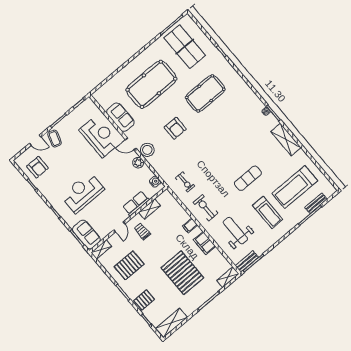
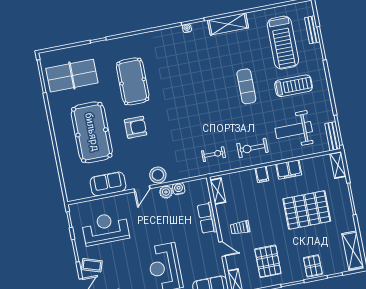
armchair: (175, 128) -> (136, 127), moved
reception desk: (99, 137) -> (105, 229), moved
water cooler: (155, 182) -> (179, 189), moved
shelving: (150, 209) -> (218, 191), moved

